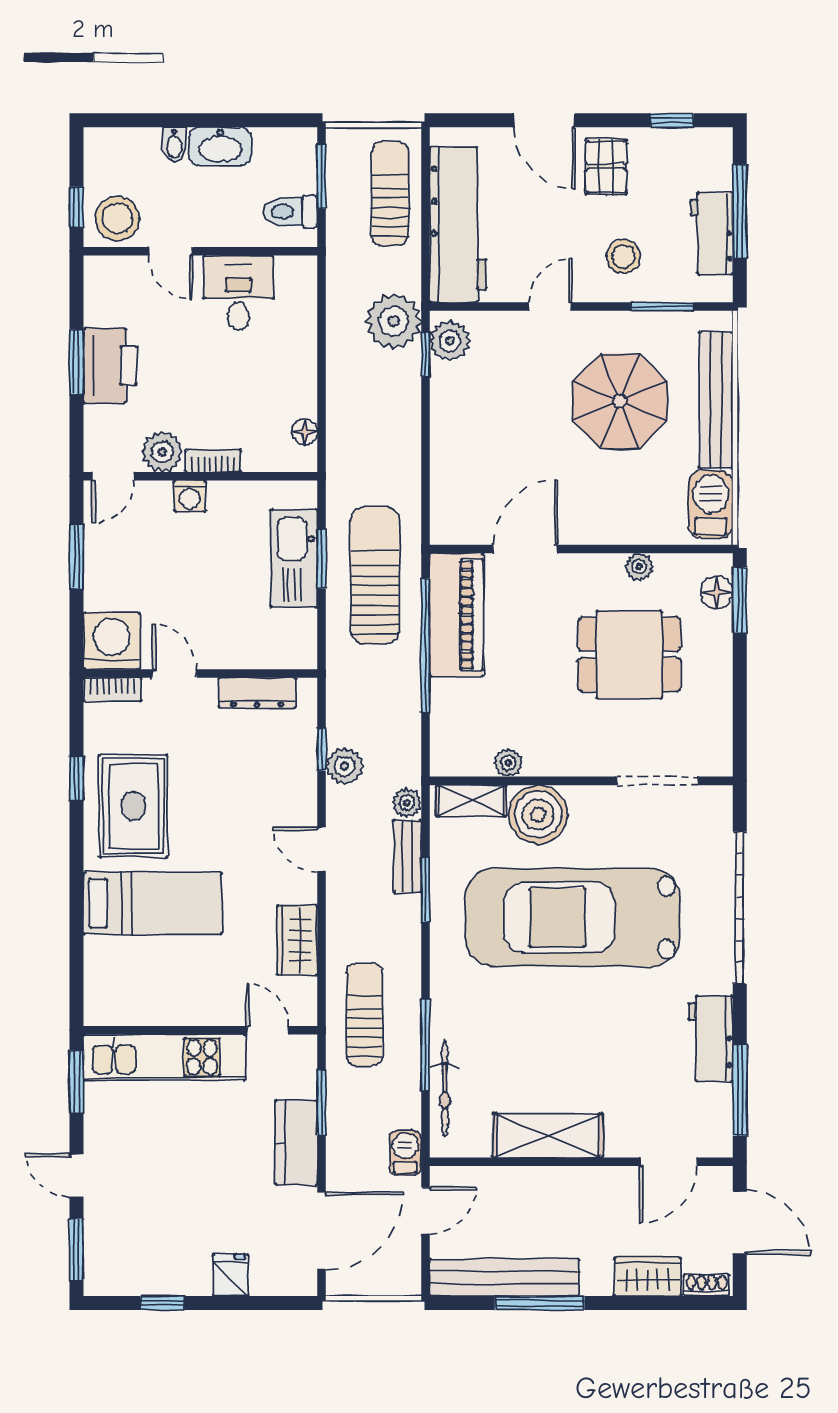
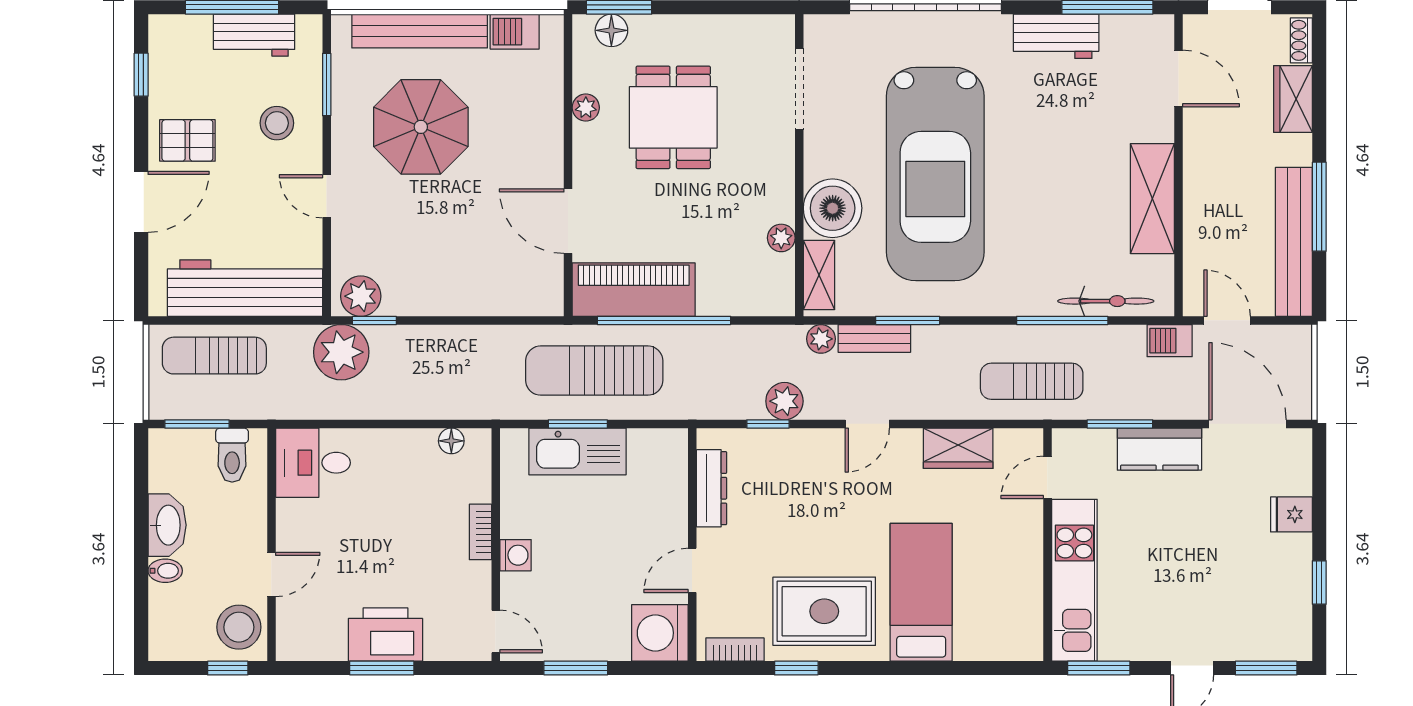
desk: (238, 293) -> (313, 463), moved
plant: (162, 452) -> (471, 583), removed
barbecue: (711, 505) -> (515, 32), width x0.73, depth x0.79
bookcase: (113, 689) -> (735, 650), moved, turned -90

